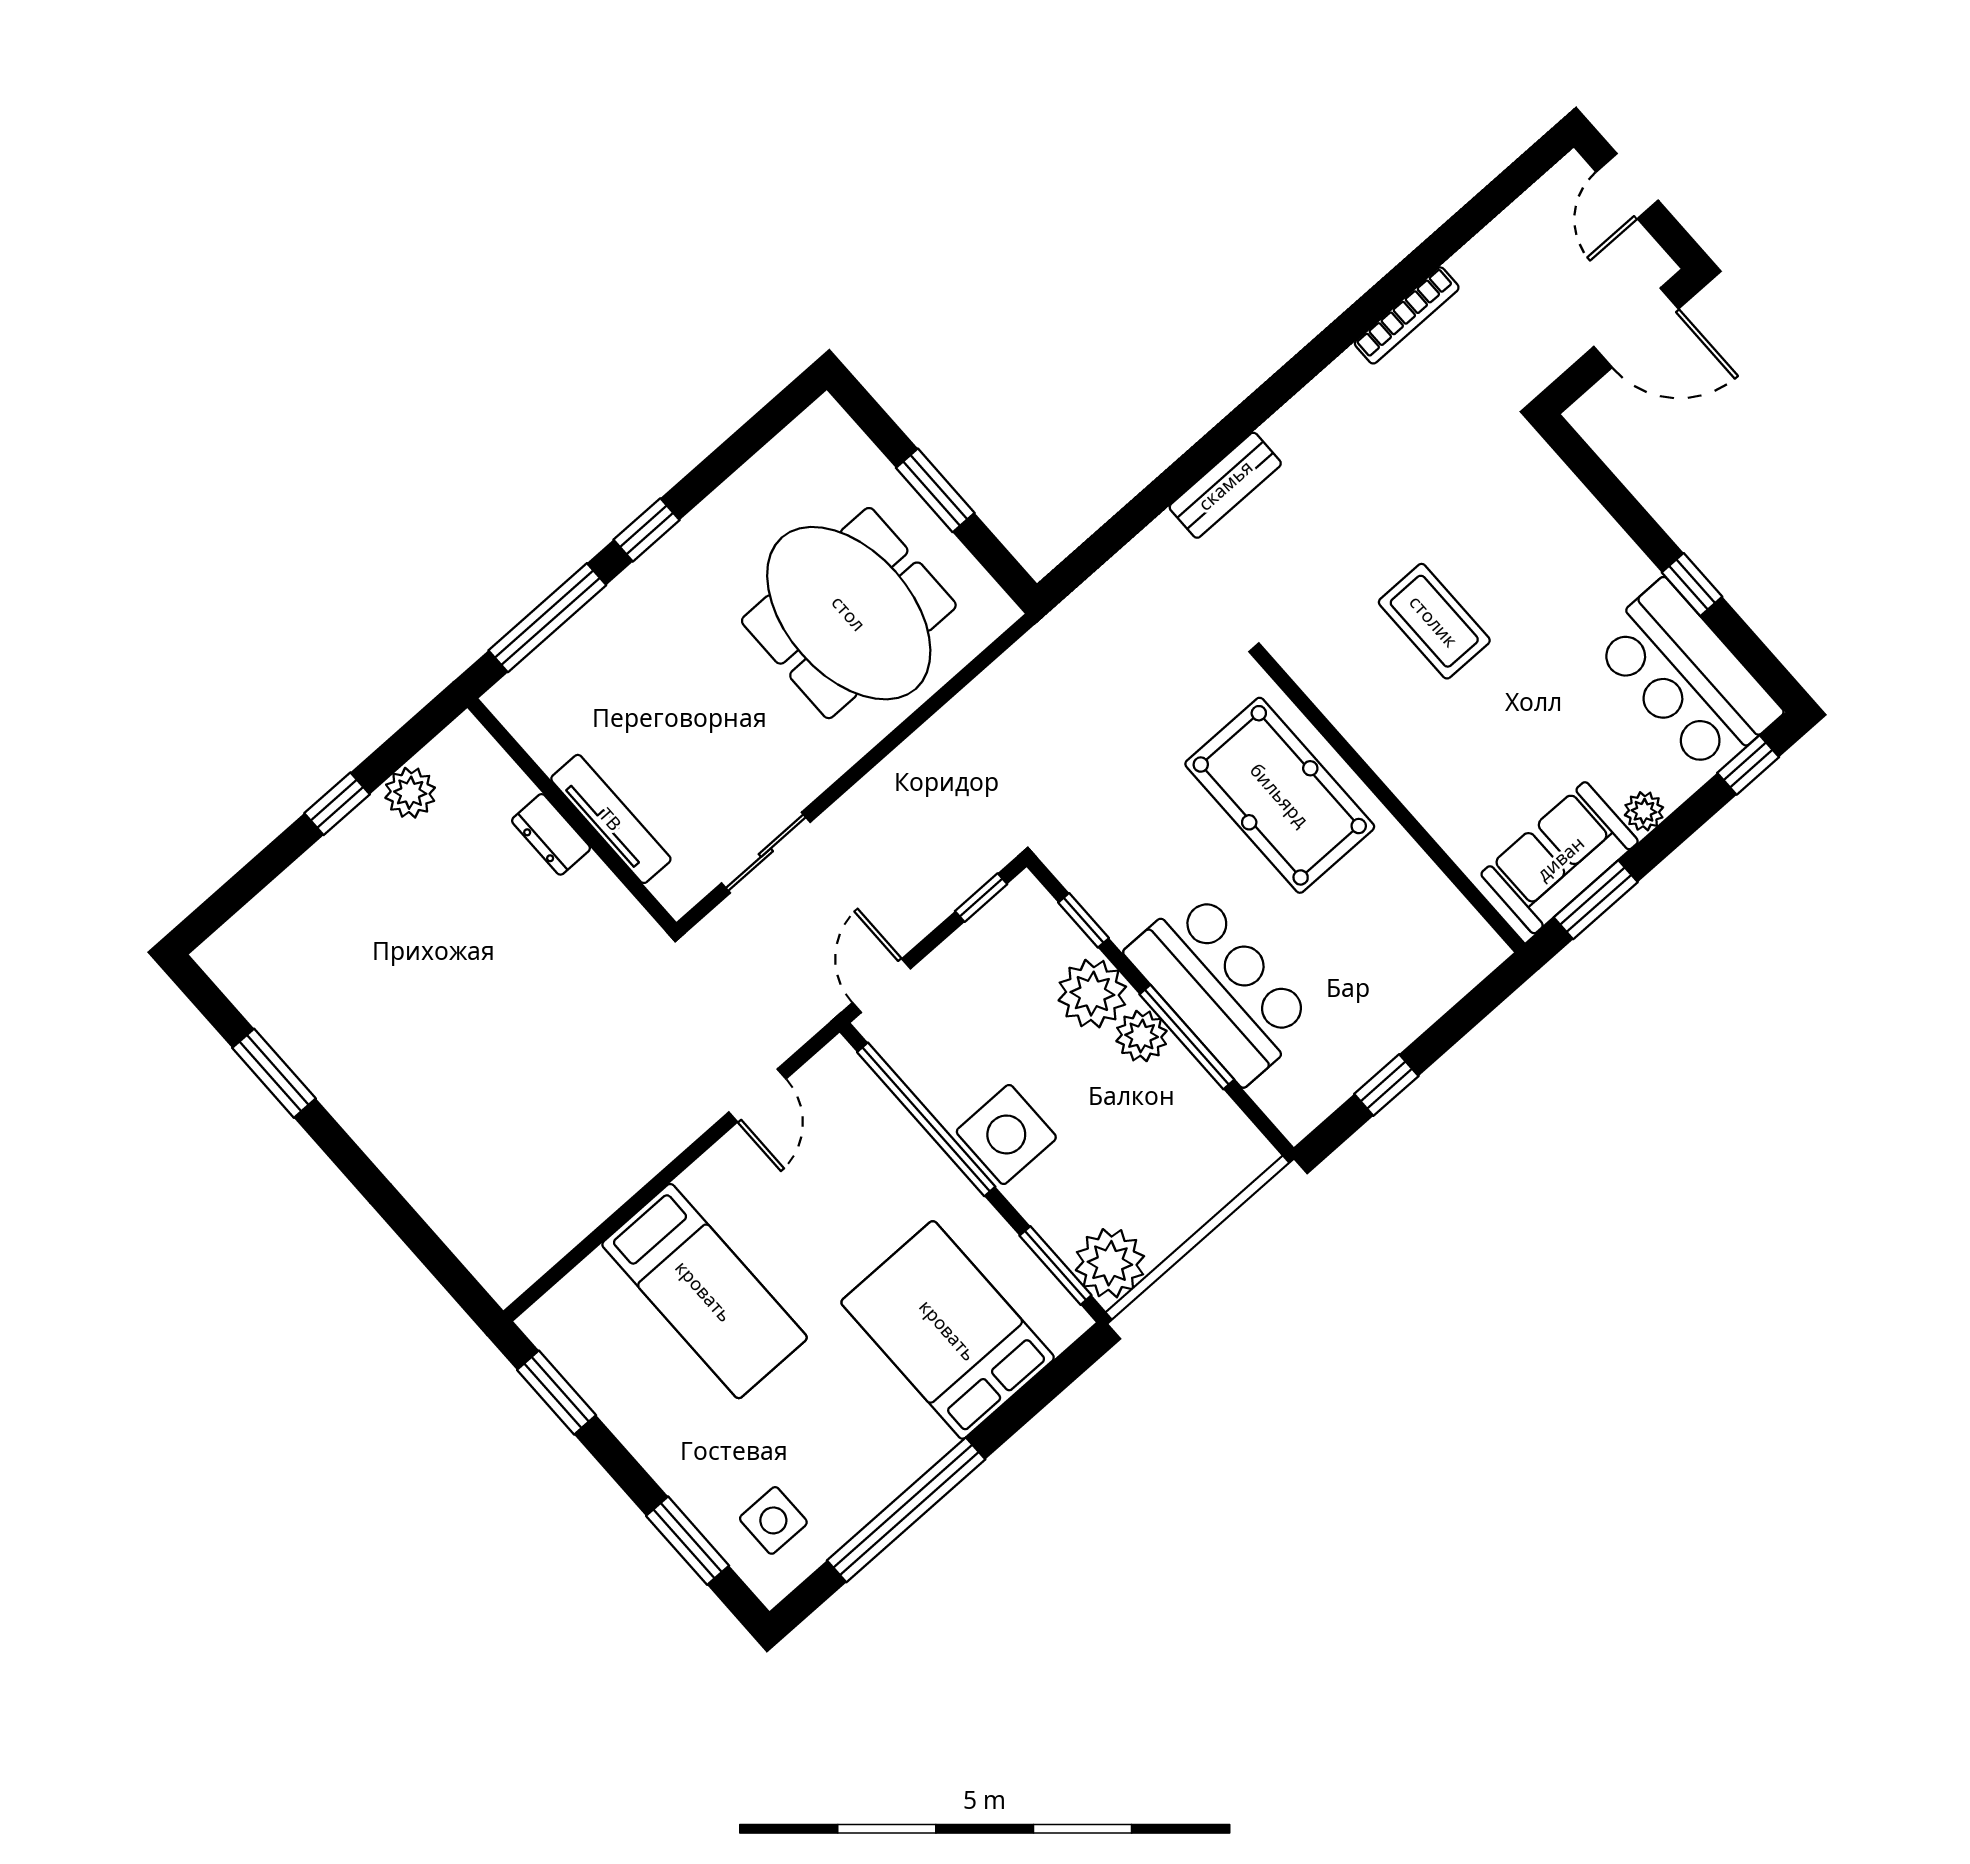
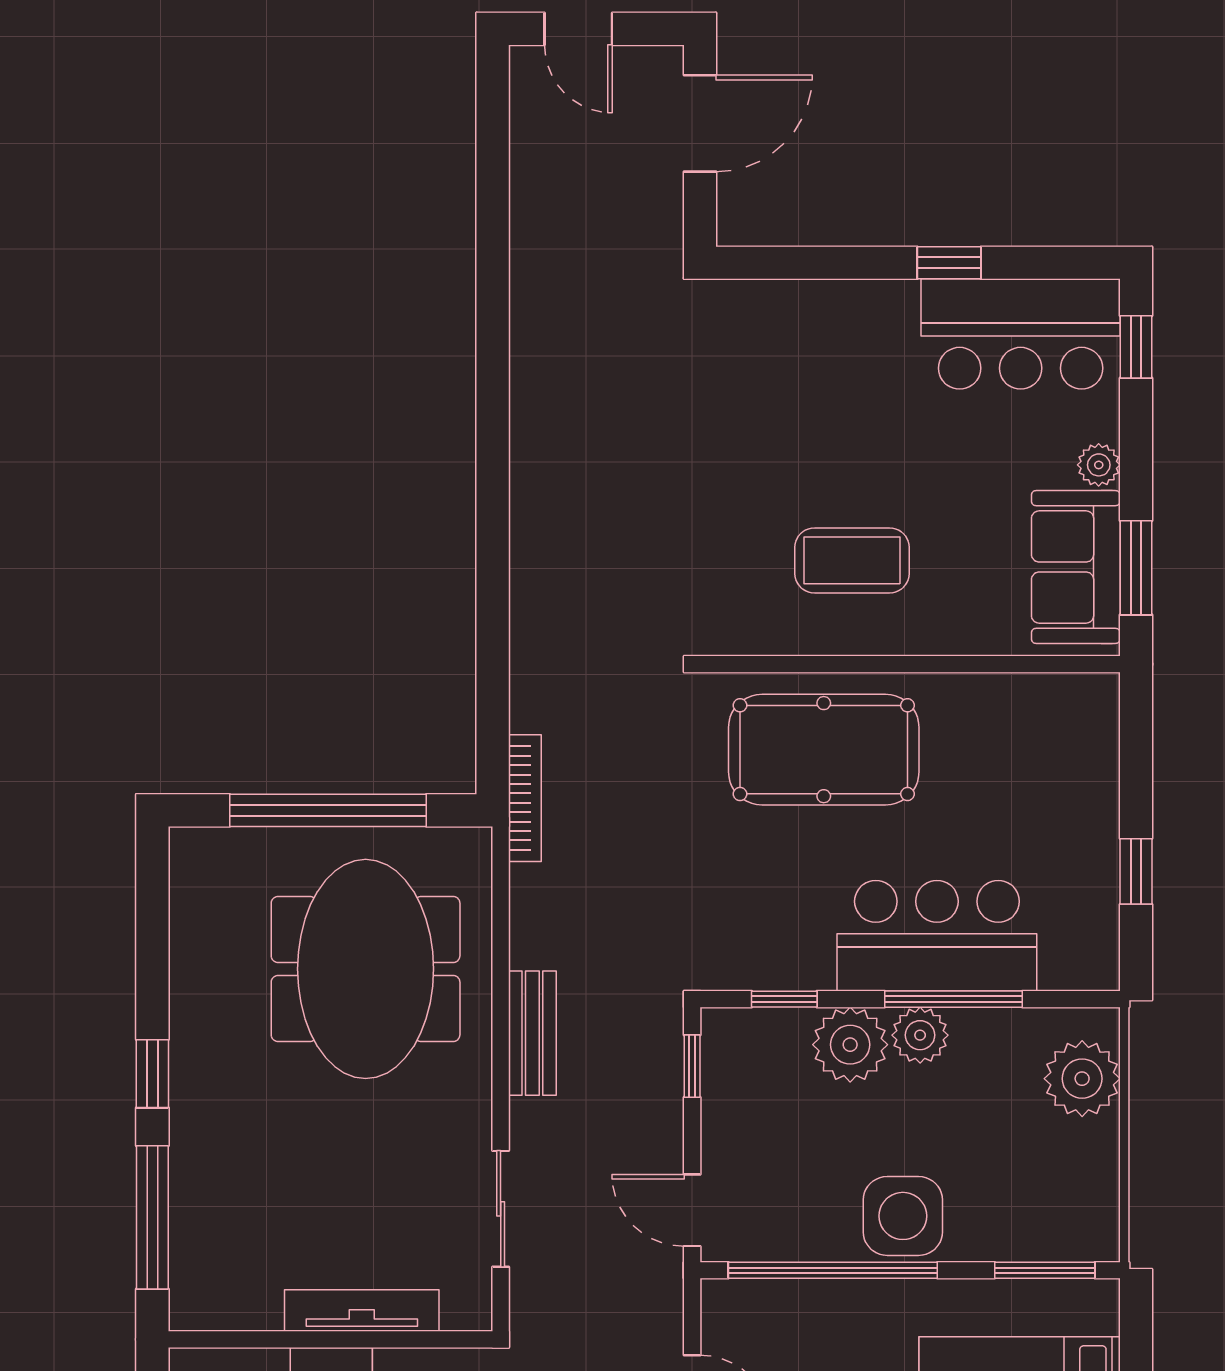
bookcase: (1407, 315) -> (525, 798), moved
bench: (1225, 485) -> (532, 1033), moved
window: (935, 490) -> (328, 810), width x2.11
meeting table: (849, 613) -> (366, 969), turned 90
coffee table: (1434, 621) -> (852, 560), moved
plant: (1110, 1263) -> (1082, 1079), moved

